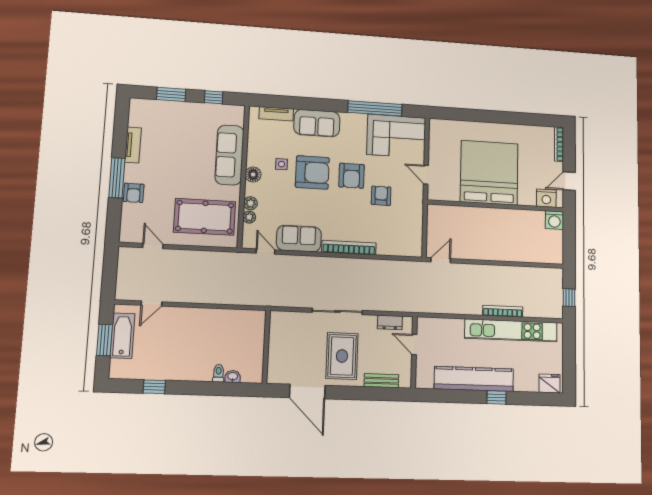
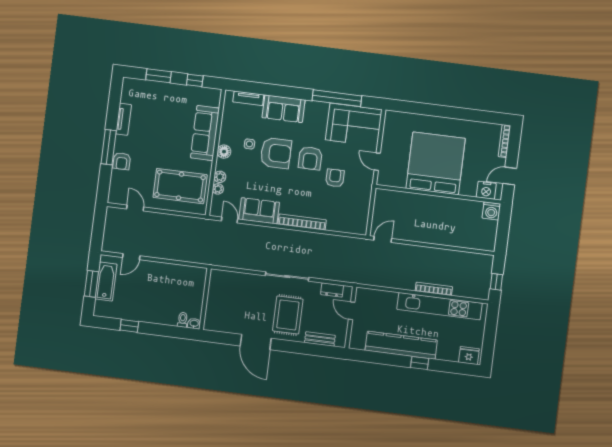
wall: (266, 347) -> (205, 299), moved

